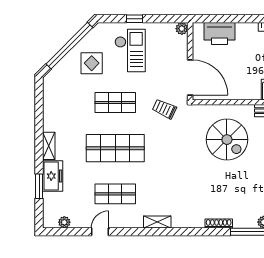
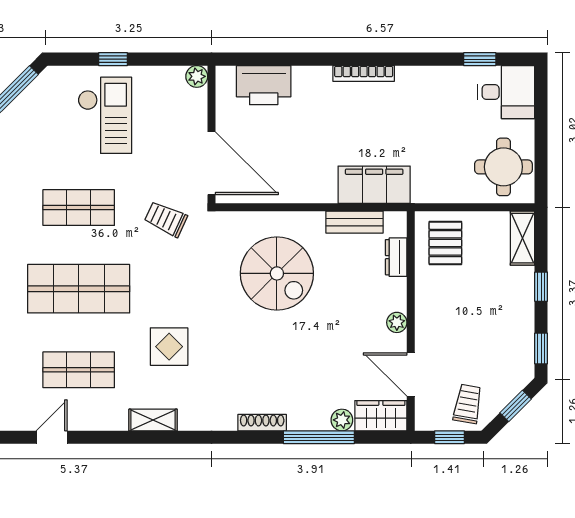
display table: (92, 63) -> (169, 347), moved

